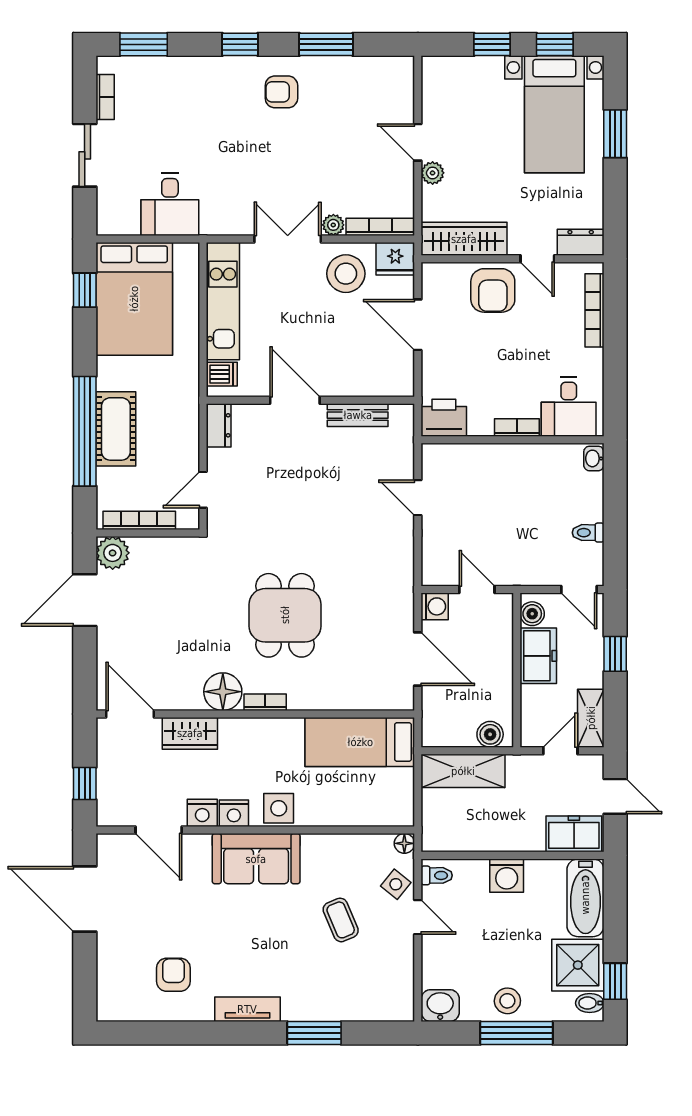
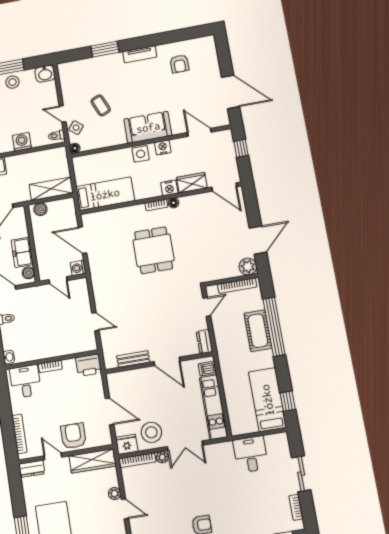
bed: (134, 299) -> (267, 400), width x0.67
floor lamp: (223, 692) -> (173, 203), width x0.53, depth x0.53
nightstand: (202, 813) -> (169, 188), moved, turned 180

